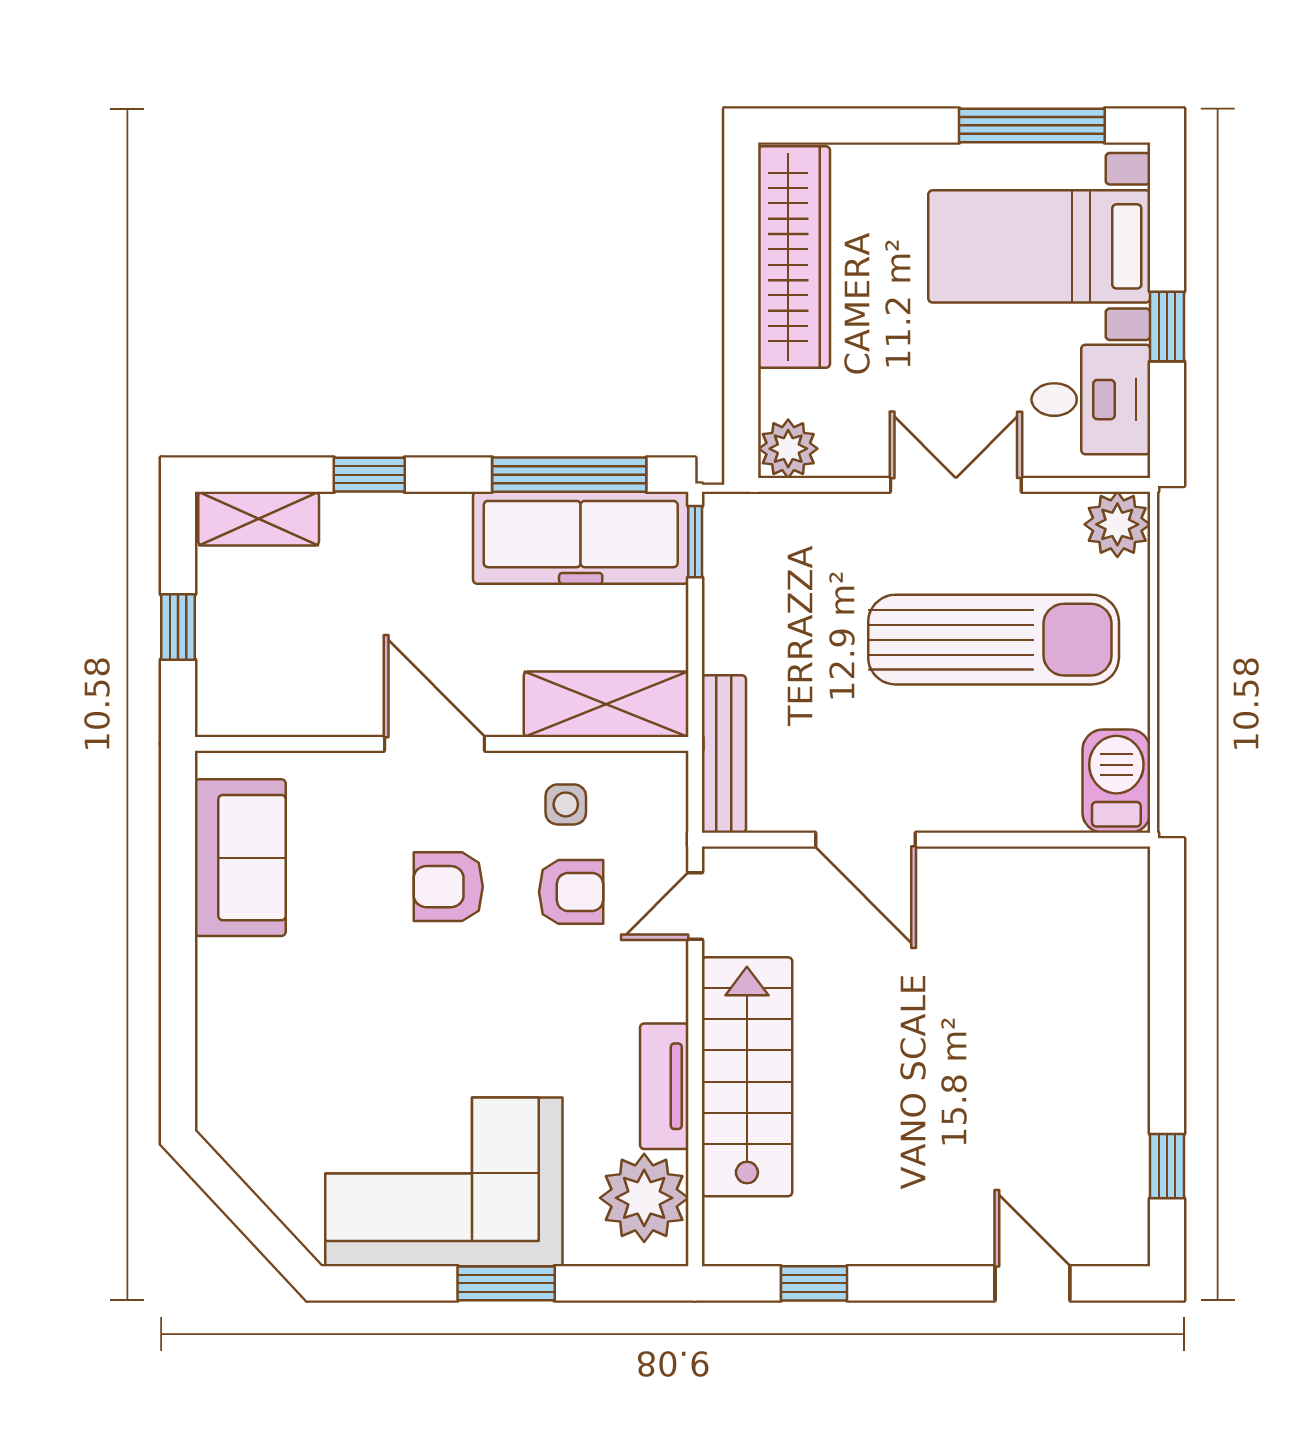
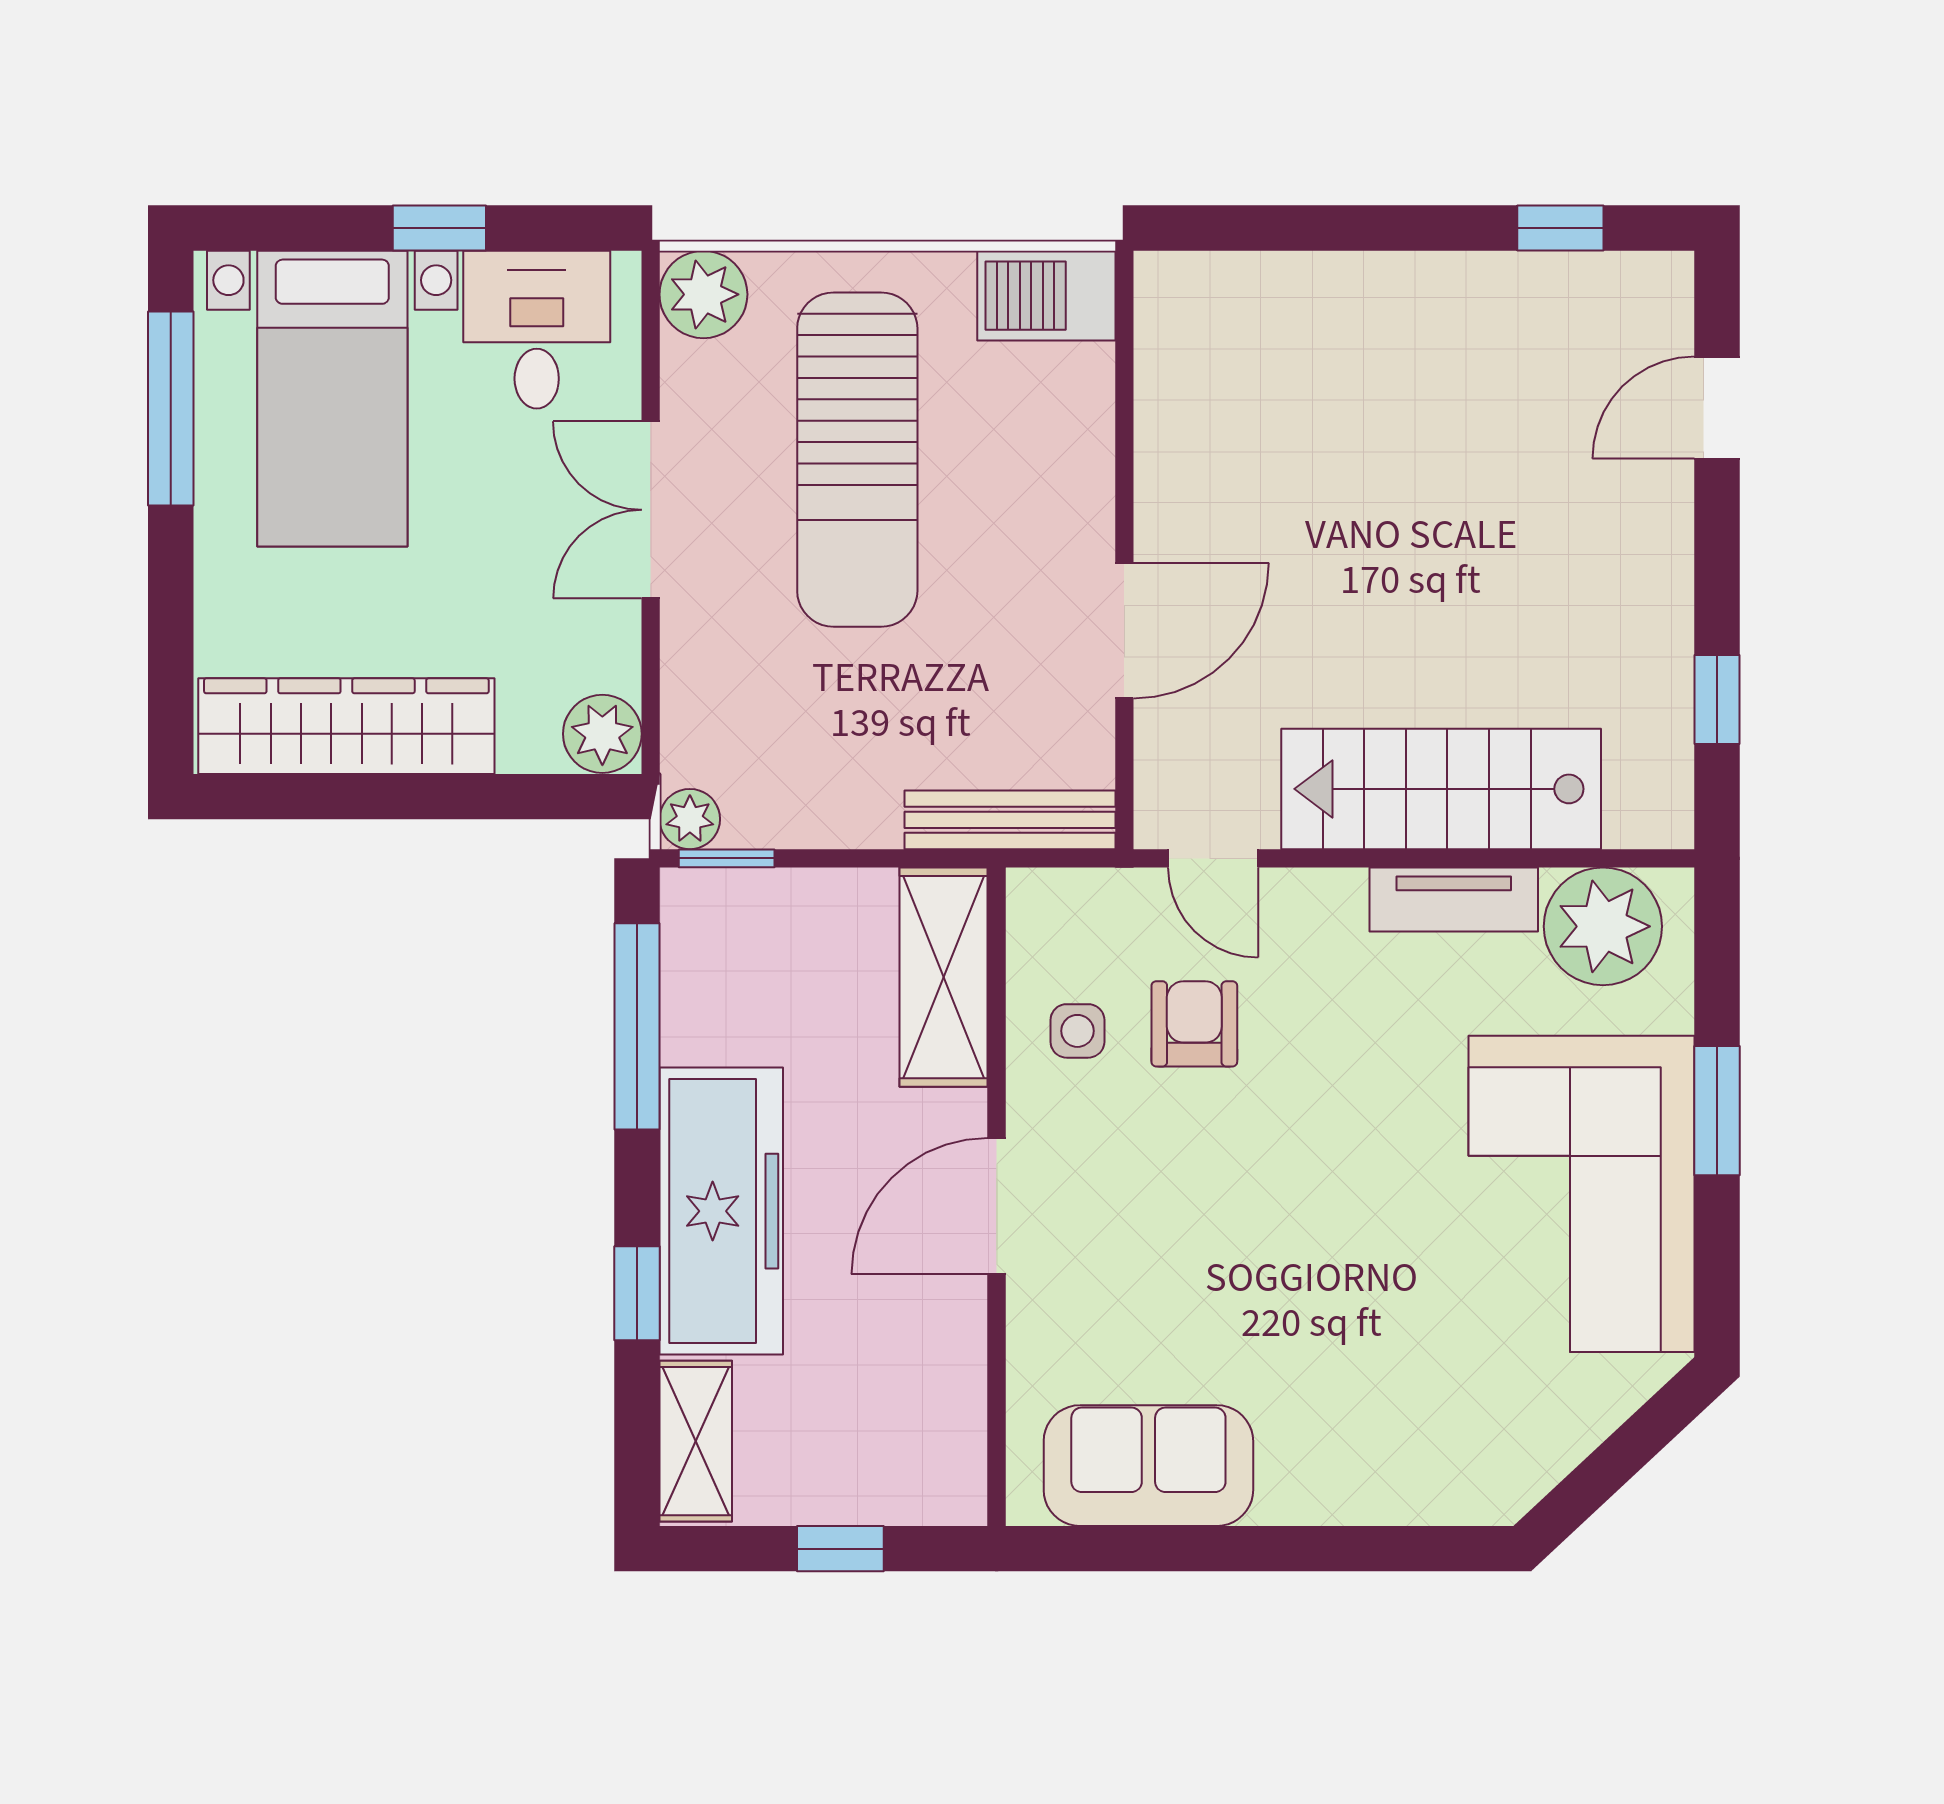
plant: (724, 514) -> (690, 819), added
freezer: (581, 538) -> (721, 1211), moved
sun lounger: (994, 640) -> (857, 460), turned 180
armchair: (448, 887) -> (1187, 1188), removed

